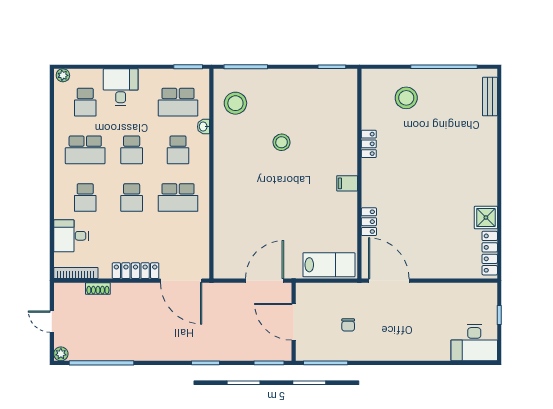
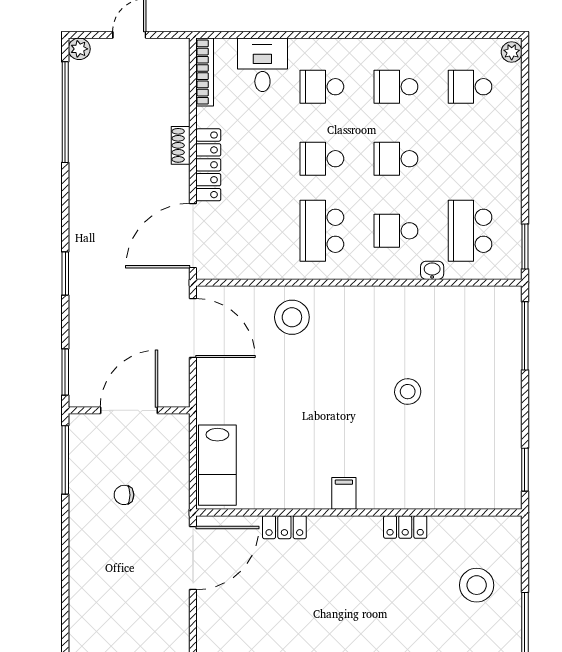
desk: (121, 87) -> (493, 142), removed
stool: (235, 103) -> (292, 317), moved
school desk: (85, 150) -> (396, 87), width x0.54
door: (265, 281) -> (193, 328), moved
shoe rack: (98, 289) -> (181, 145), moved

